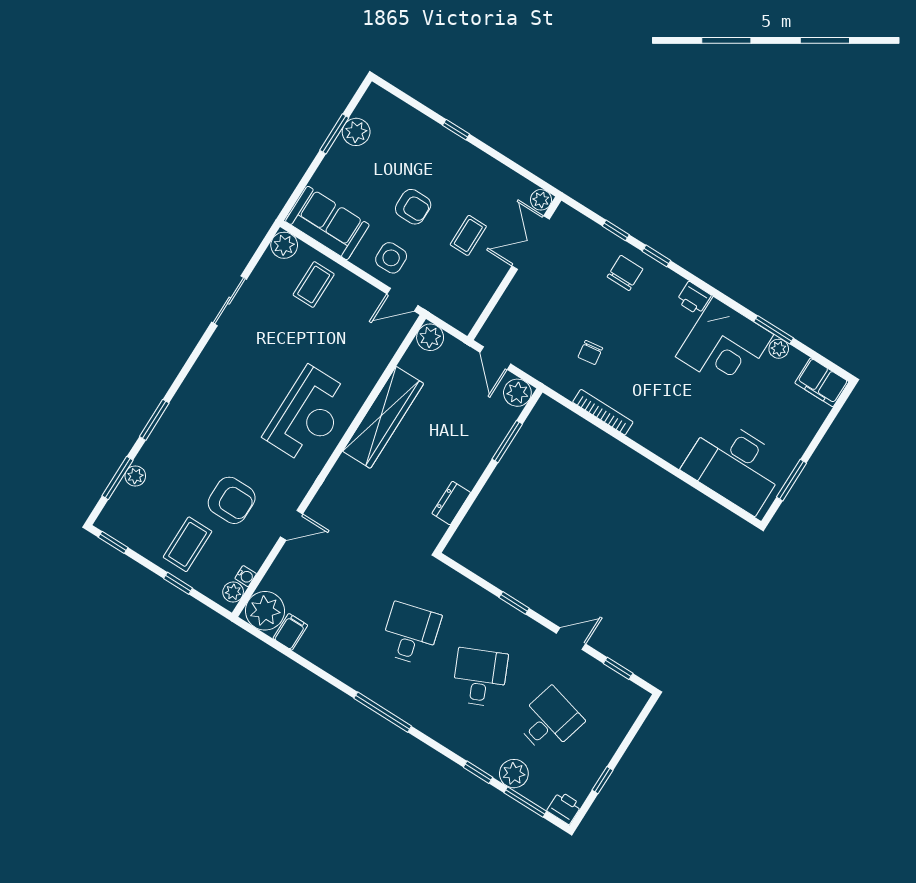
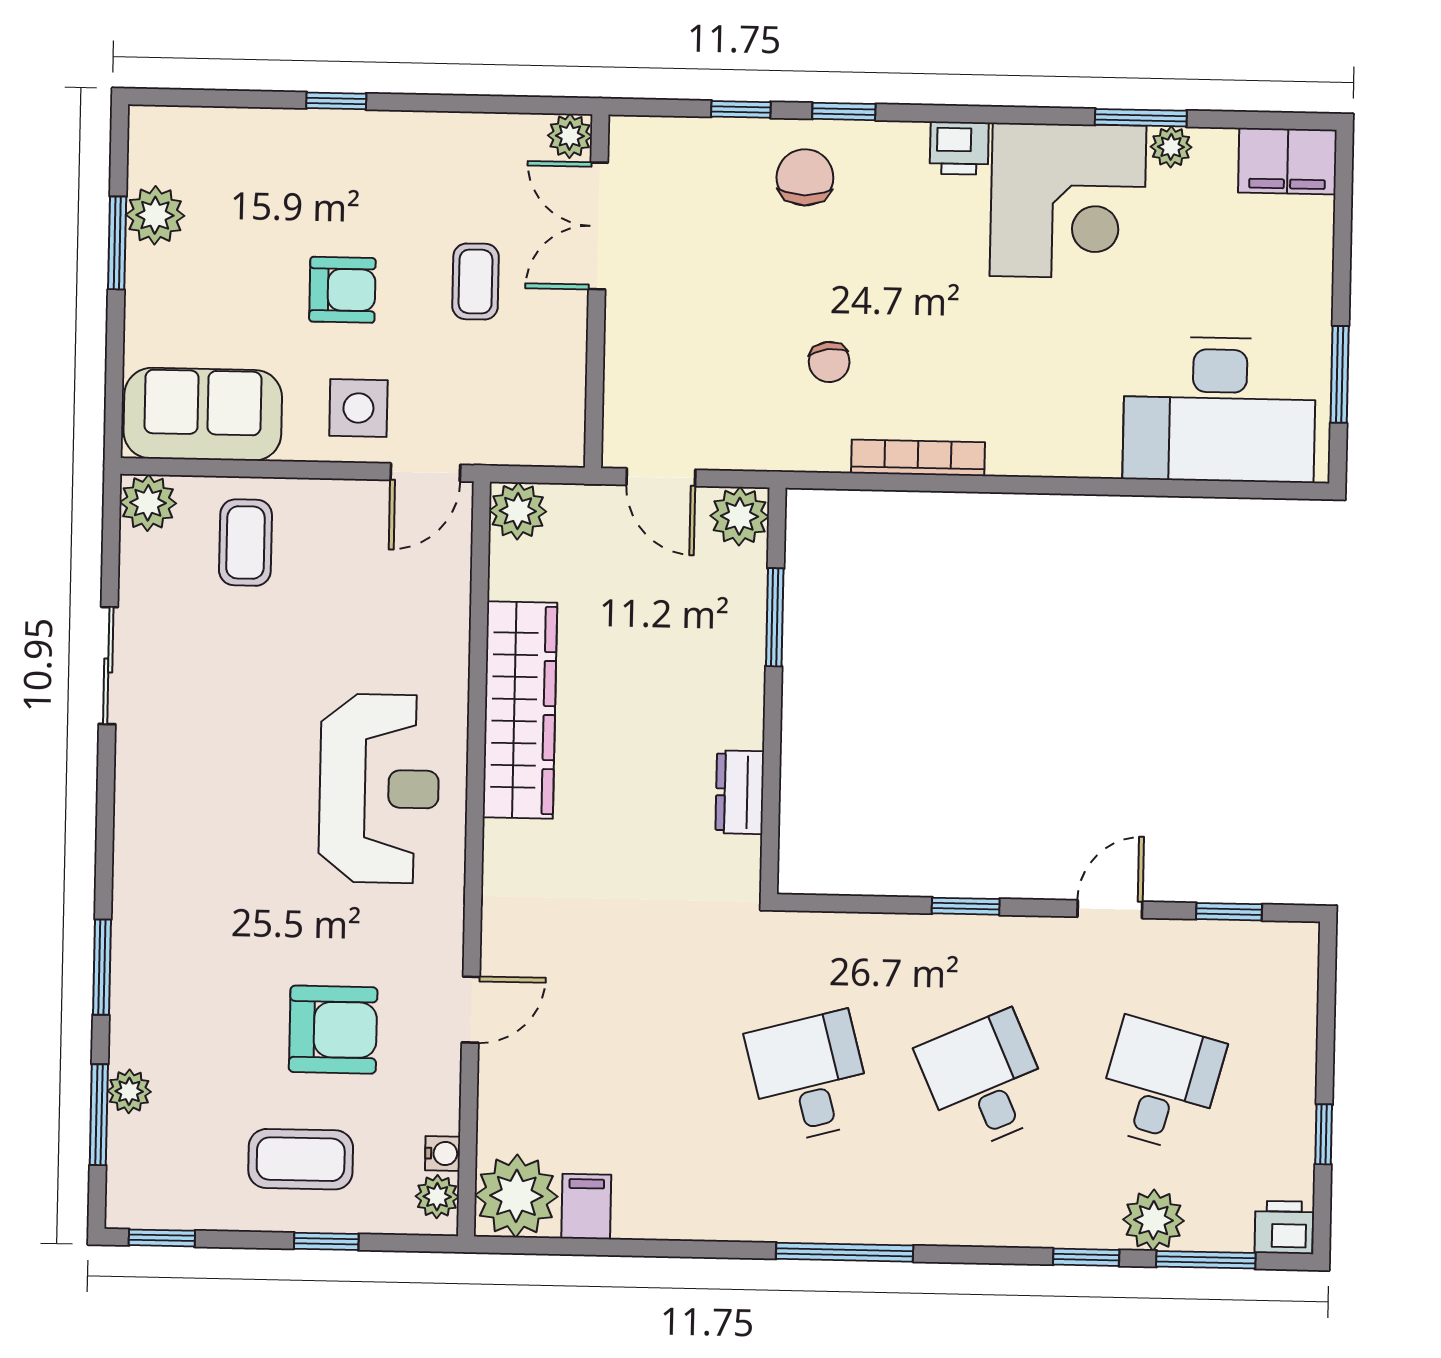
coffee table: (188, 544) -> (301, 1159), turned 90

